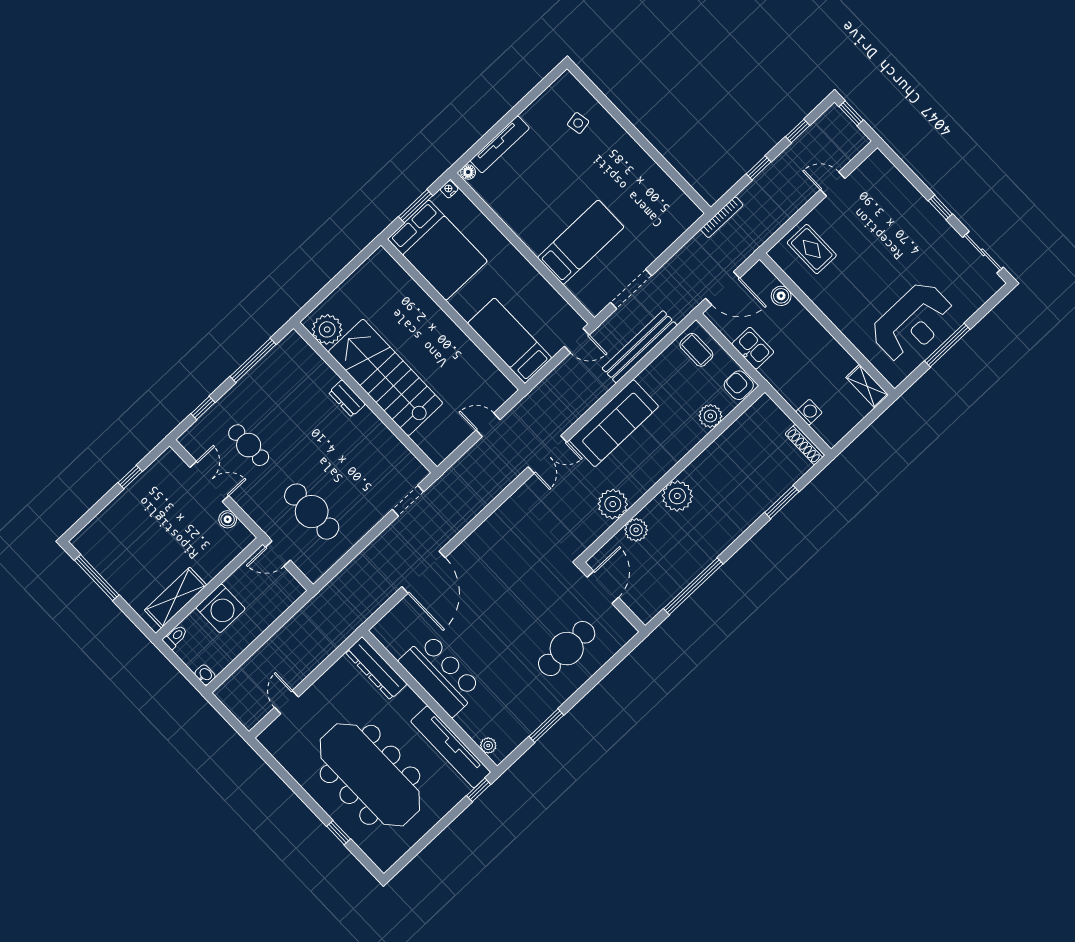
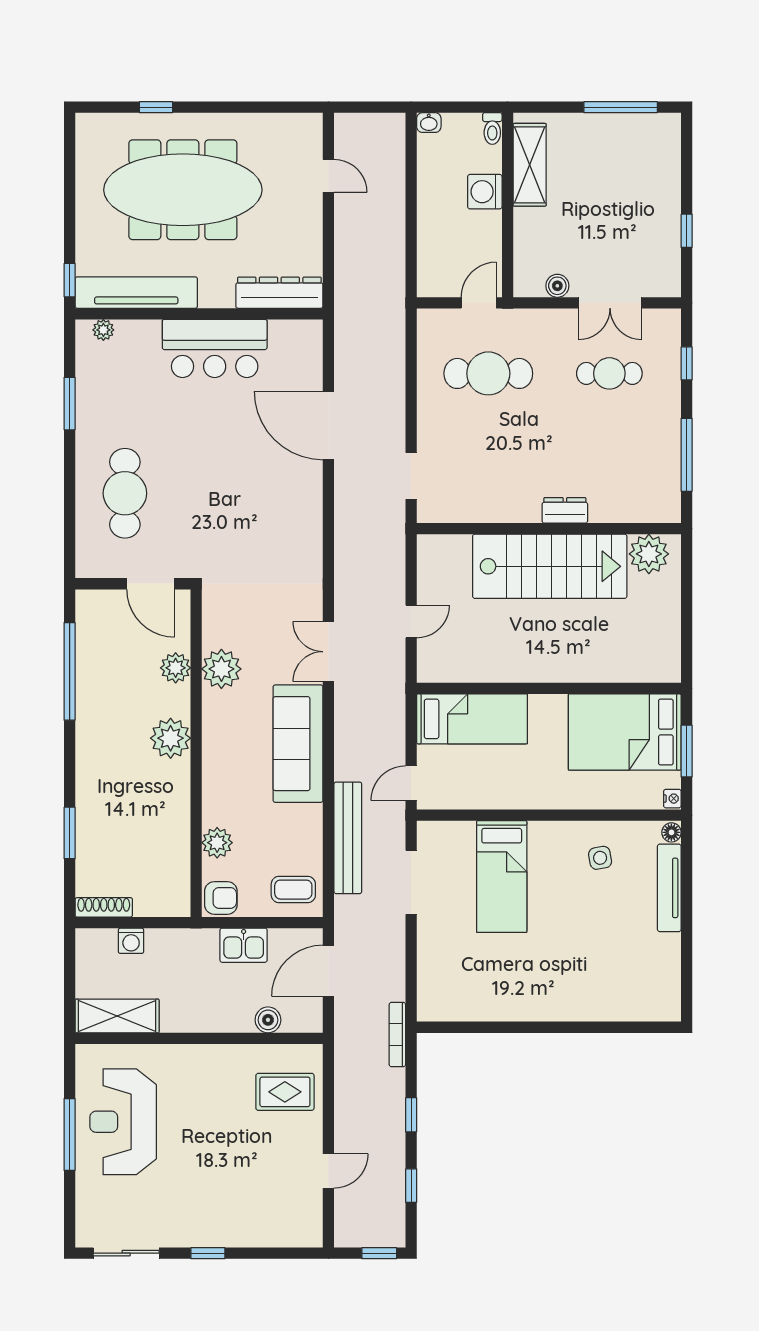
side table: (578, 123) -> (600, 858), moved
shelving: (867, 386) -> (117, 1016), width x1.50, depth x1.33
washing machine: (221, 608) -> (485, 192), width x0.73, depth x0.73

